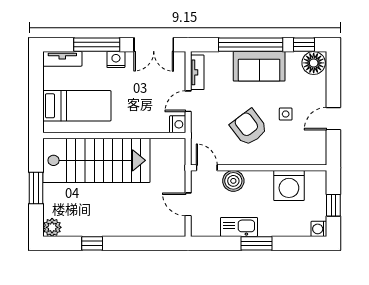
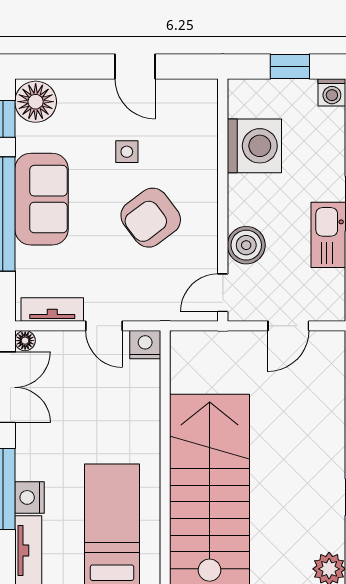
floor lamp: (180, 57) -> (25, 341), added
nightstand: (116, 60) -> (29, 497), moved

